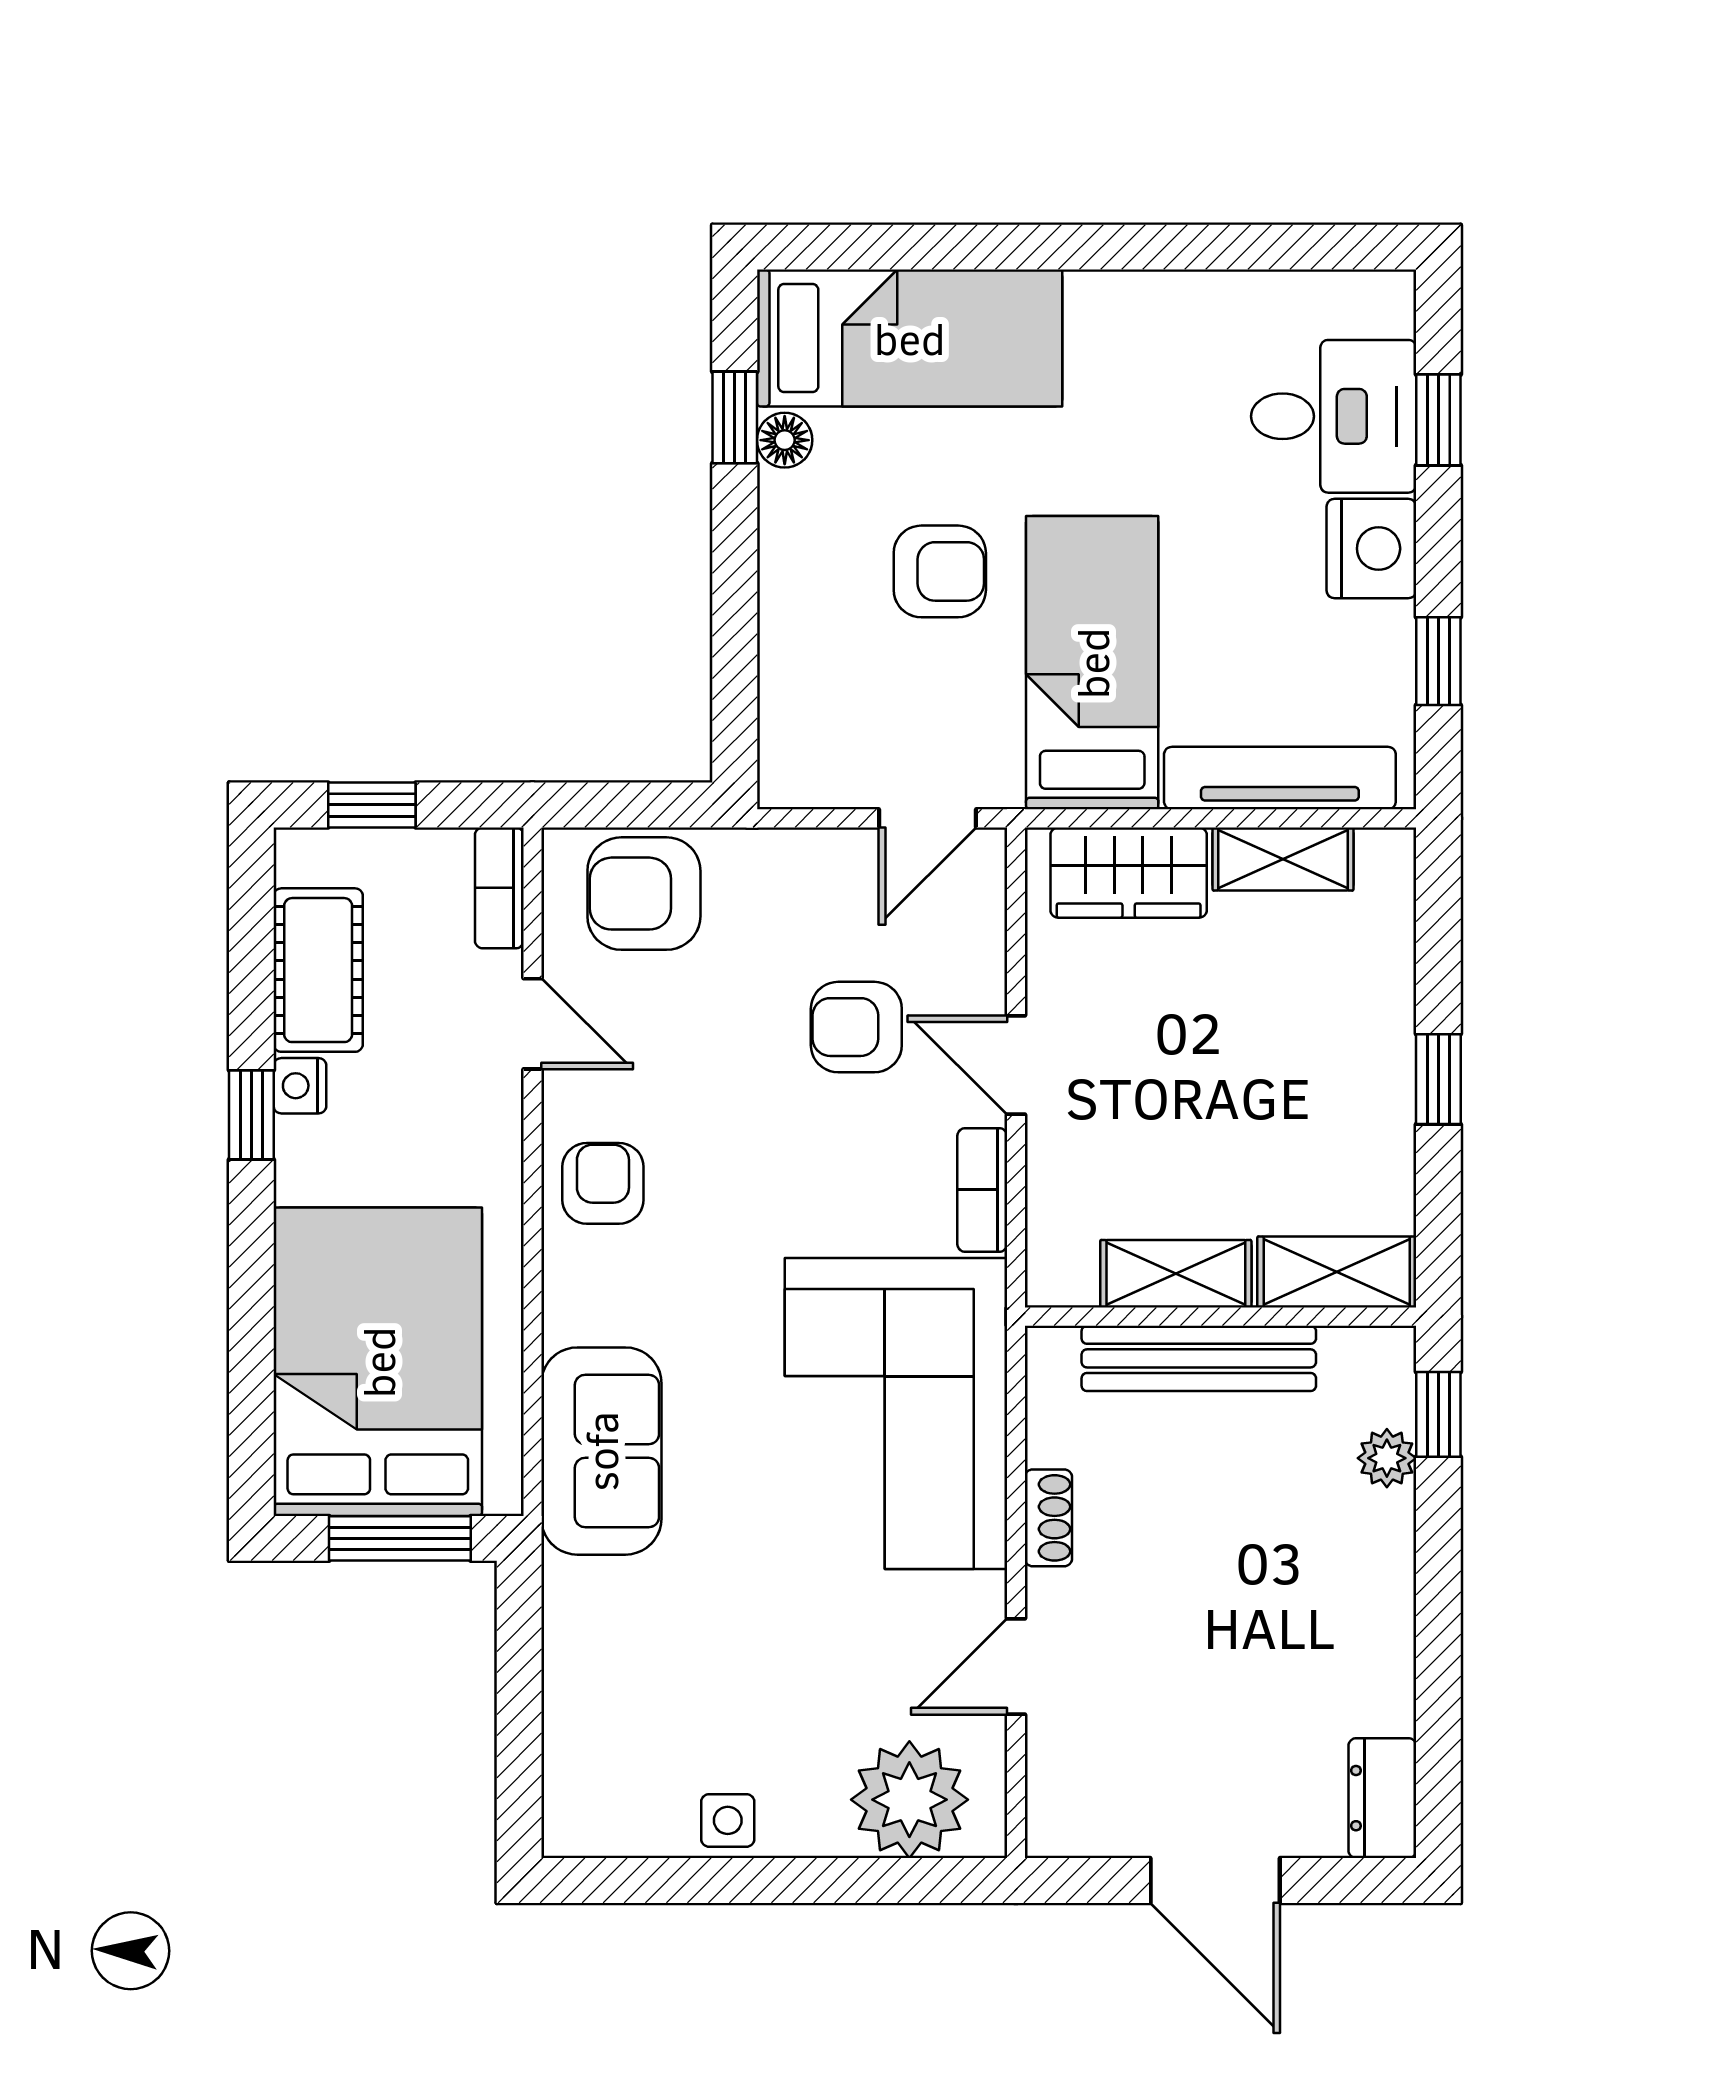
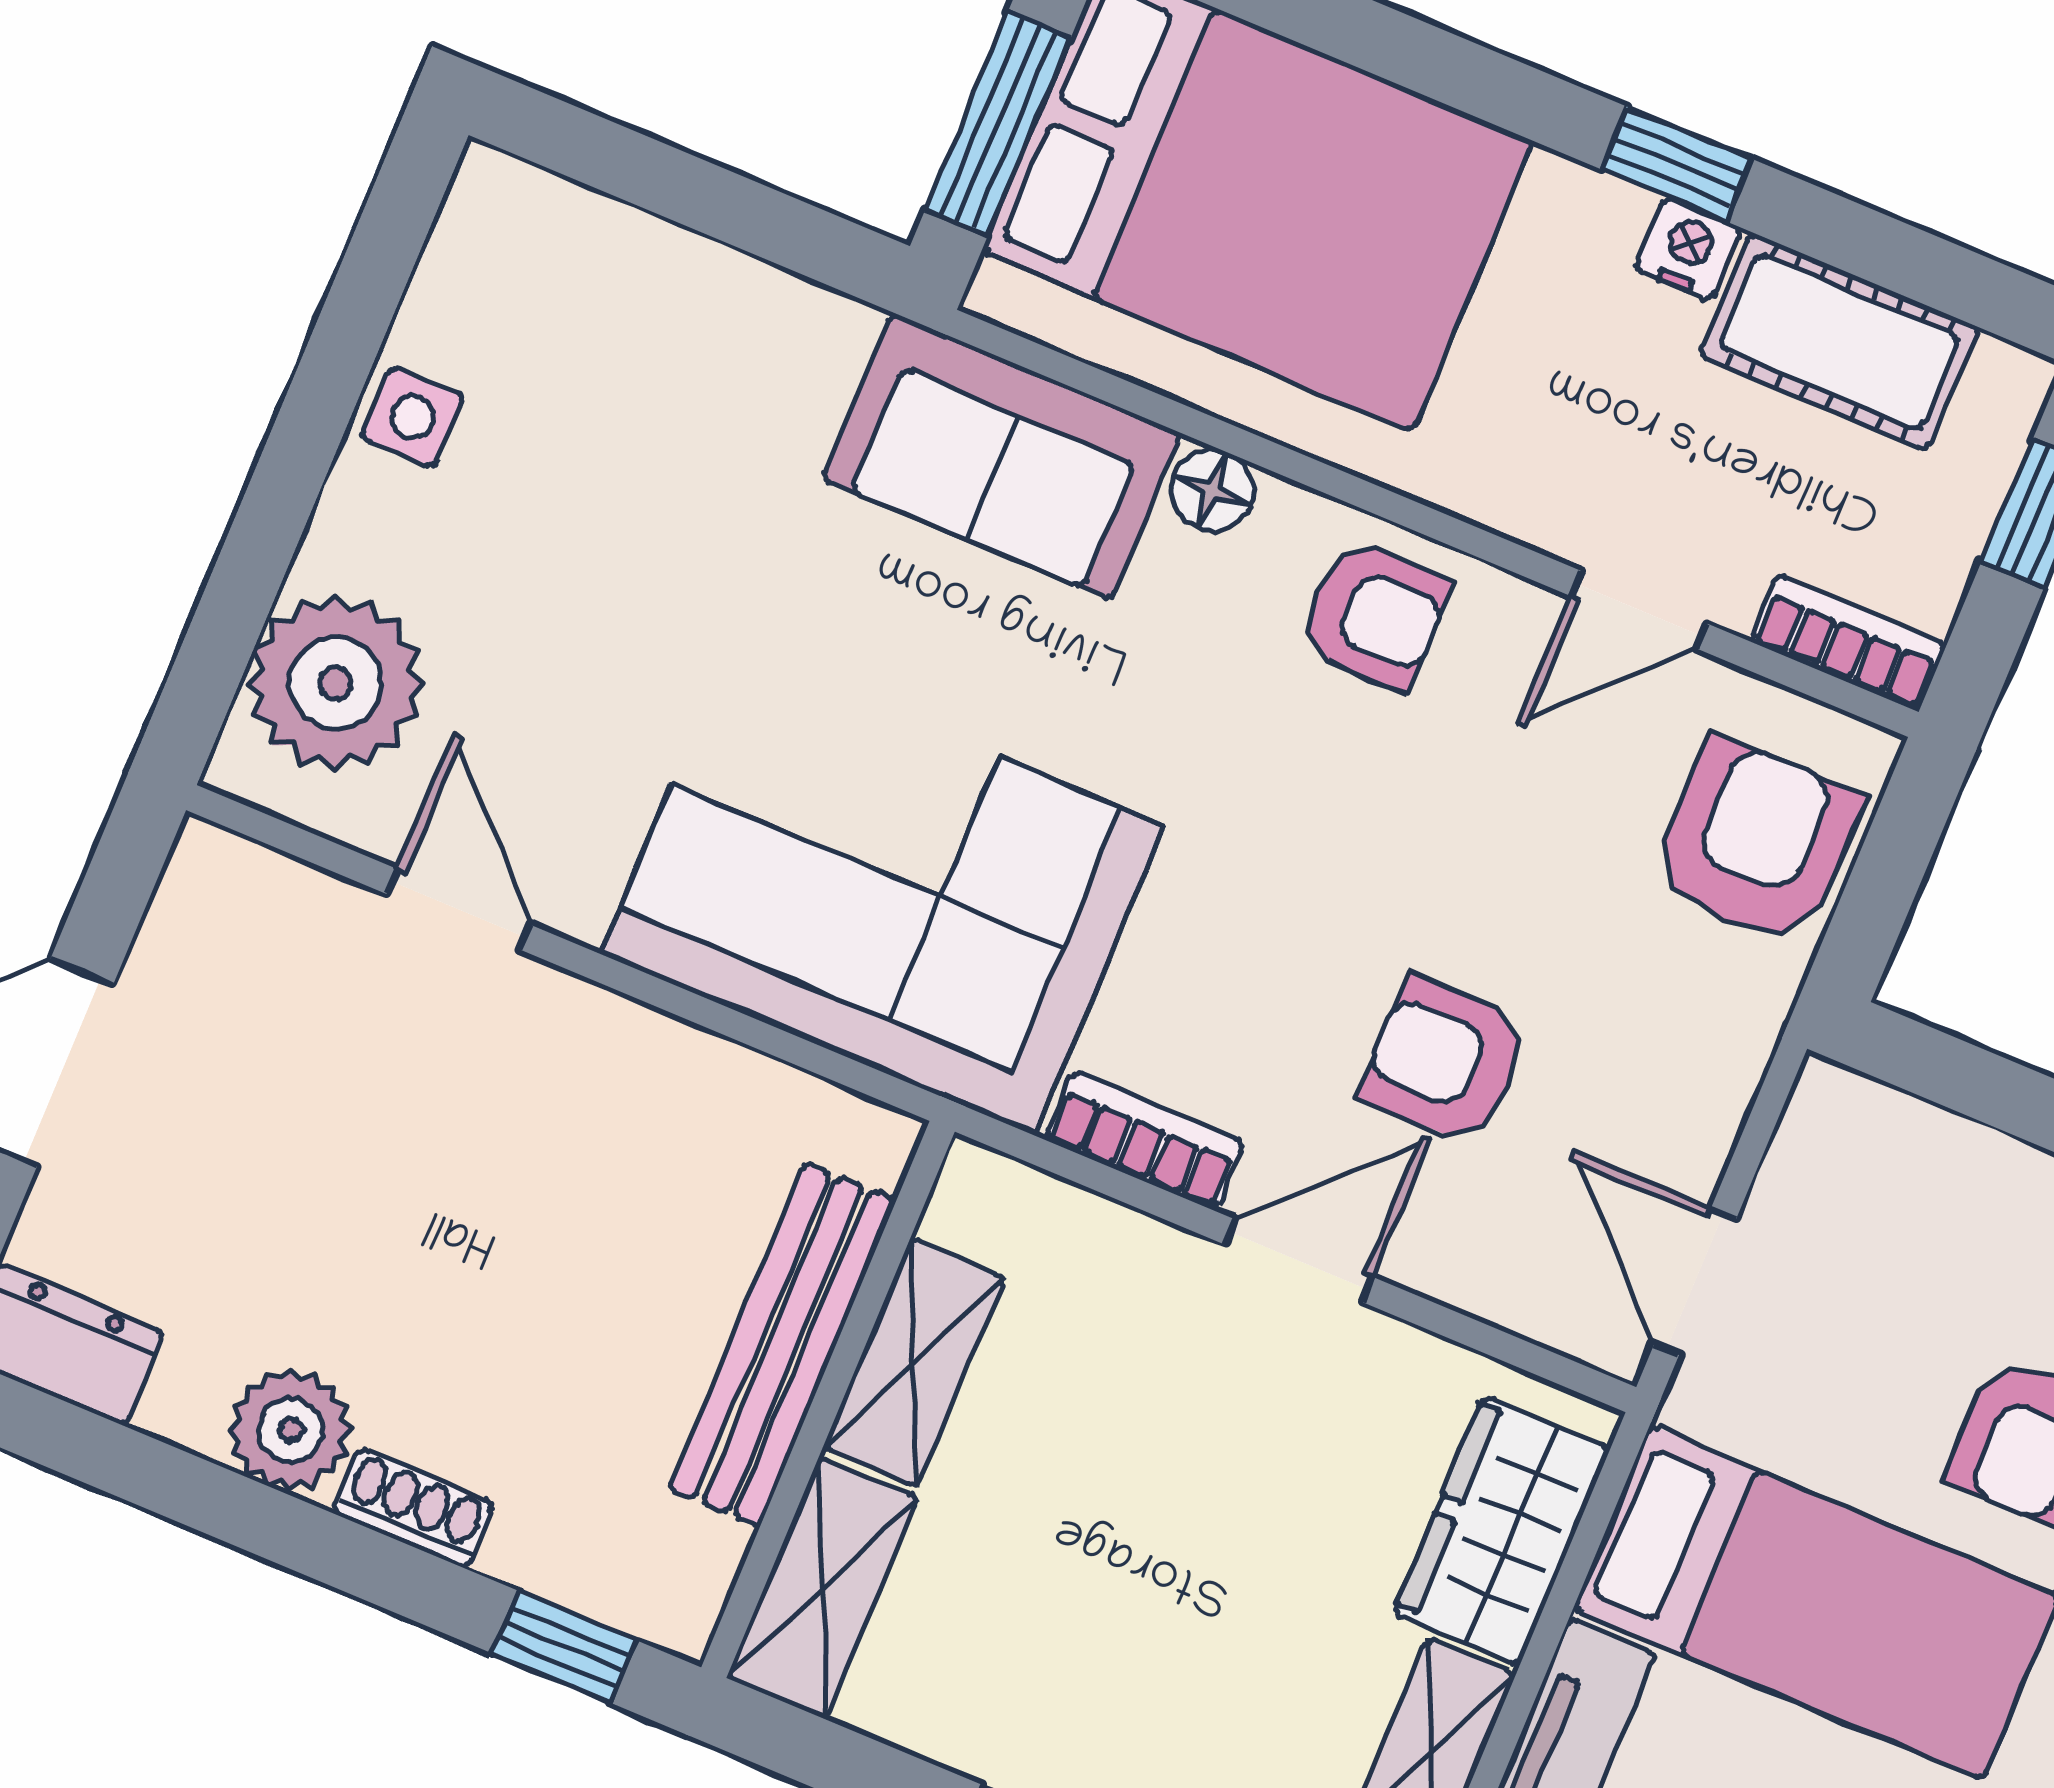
armchair: (856, 1027) -> (1445, 1060), turned -90
floor lamp: (568, 1314) -> (1212, 490), added
plant: (1387, 1458) -> (291, 1430), moved, width x1.38, depth x1.38
shoe rack: (1048, 1518) -> (413, 1508), moved, turned 180

